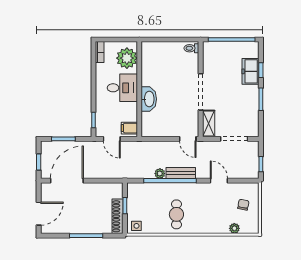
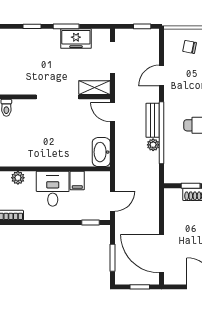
plant: (127, 58) -> (18, 178), width x0.53, depth x0.53
freezer: (250, 71) -> (76, 39), moved
washbasin: (149, 99) -> (101, 152), moved, turned -90
filing cabinet: (129, 128) -> (77, 181), moved
door: (188, 139) -> (112, 112), swing flipped

